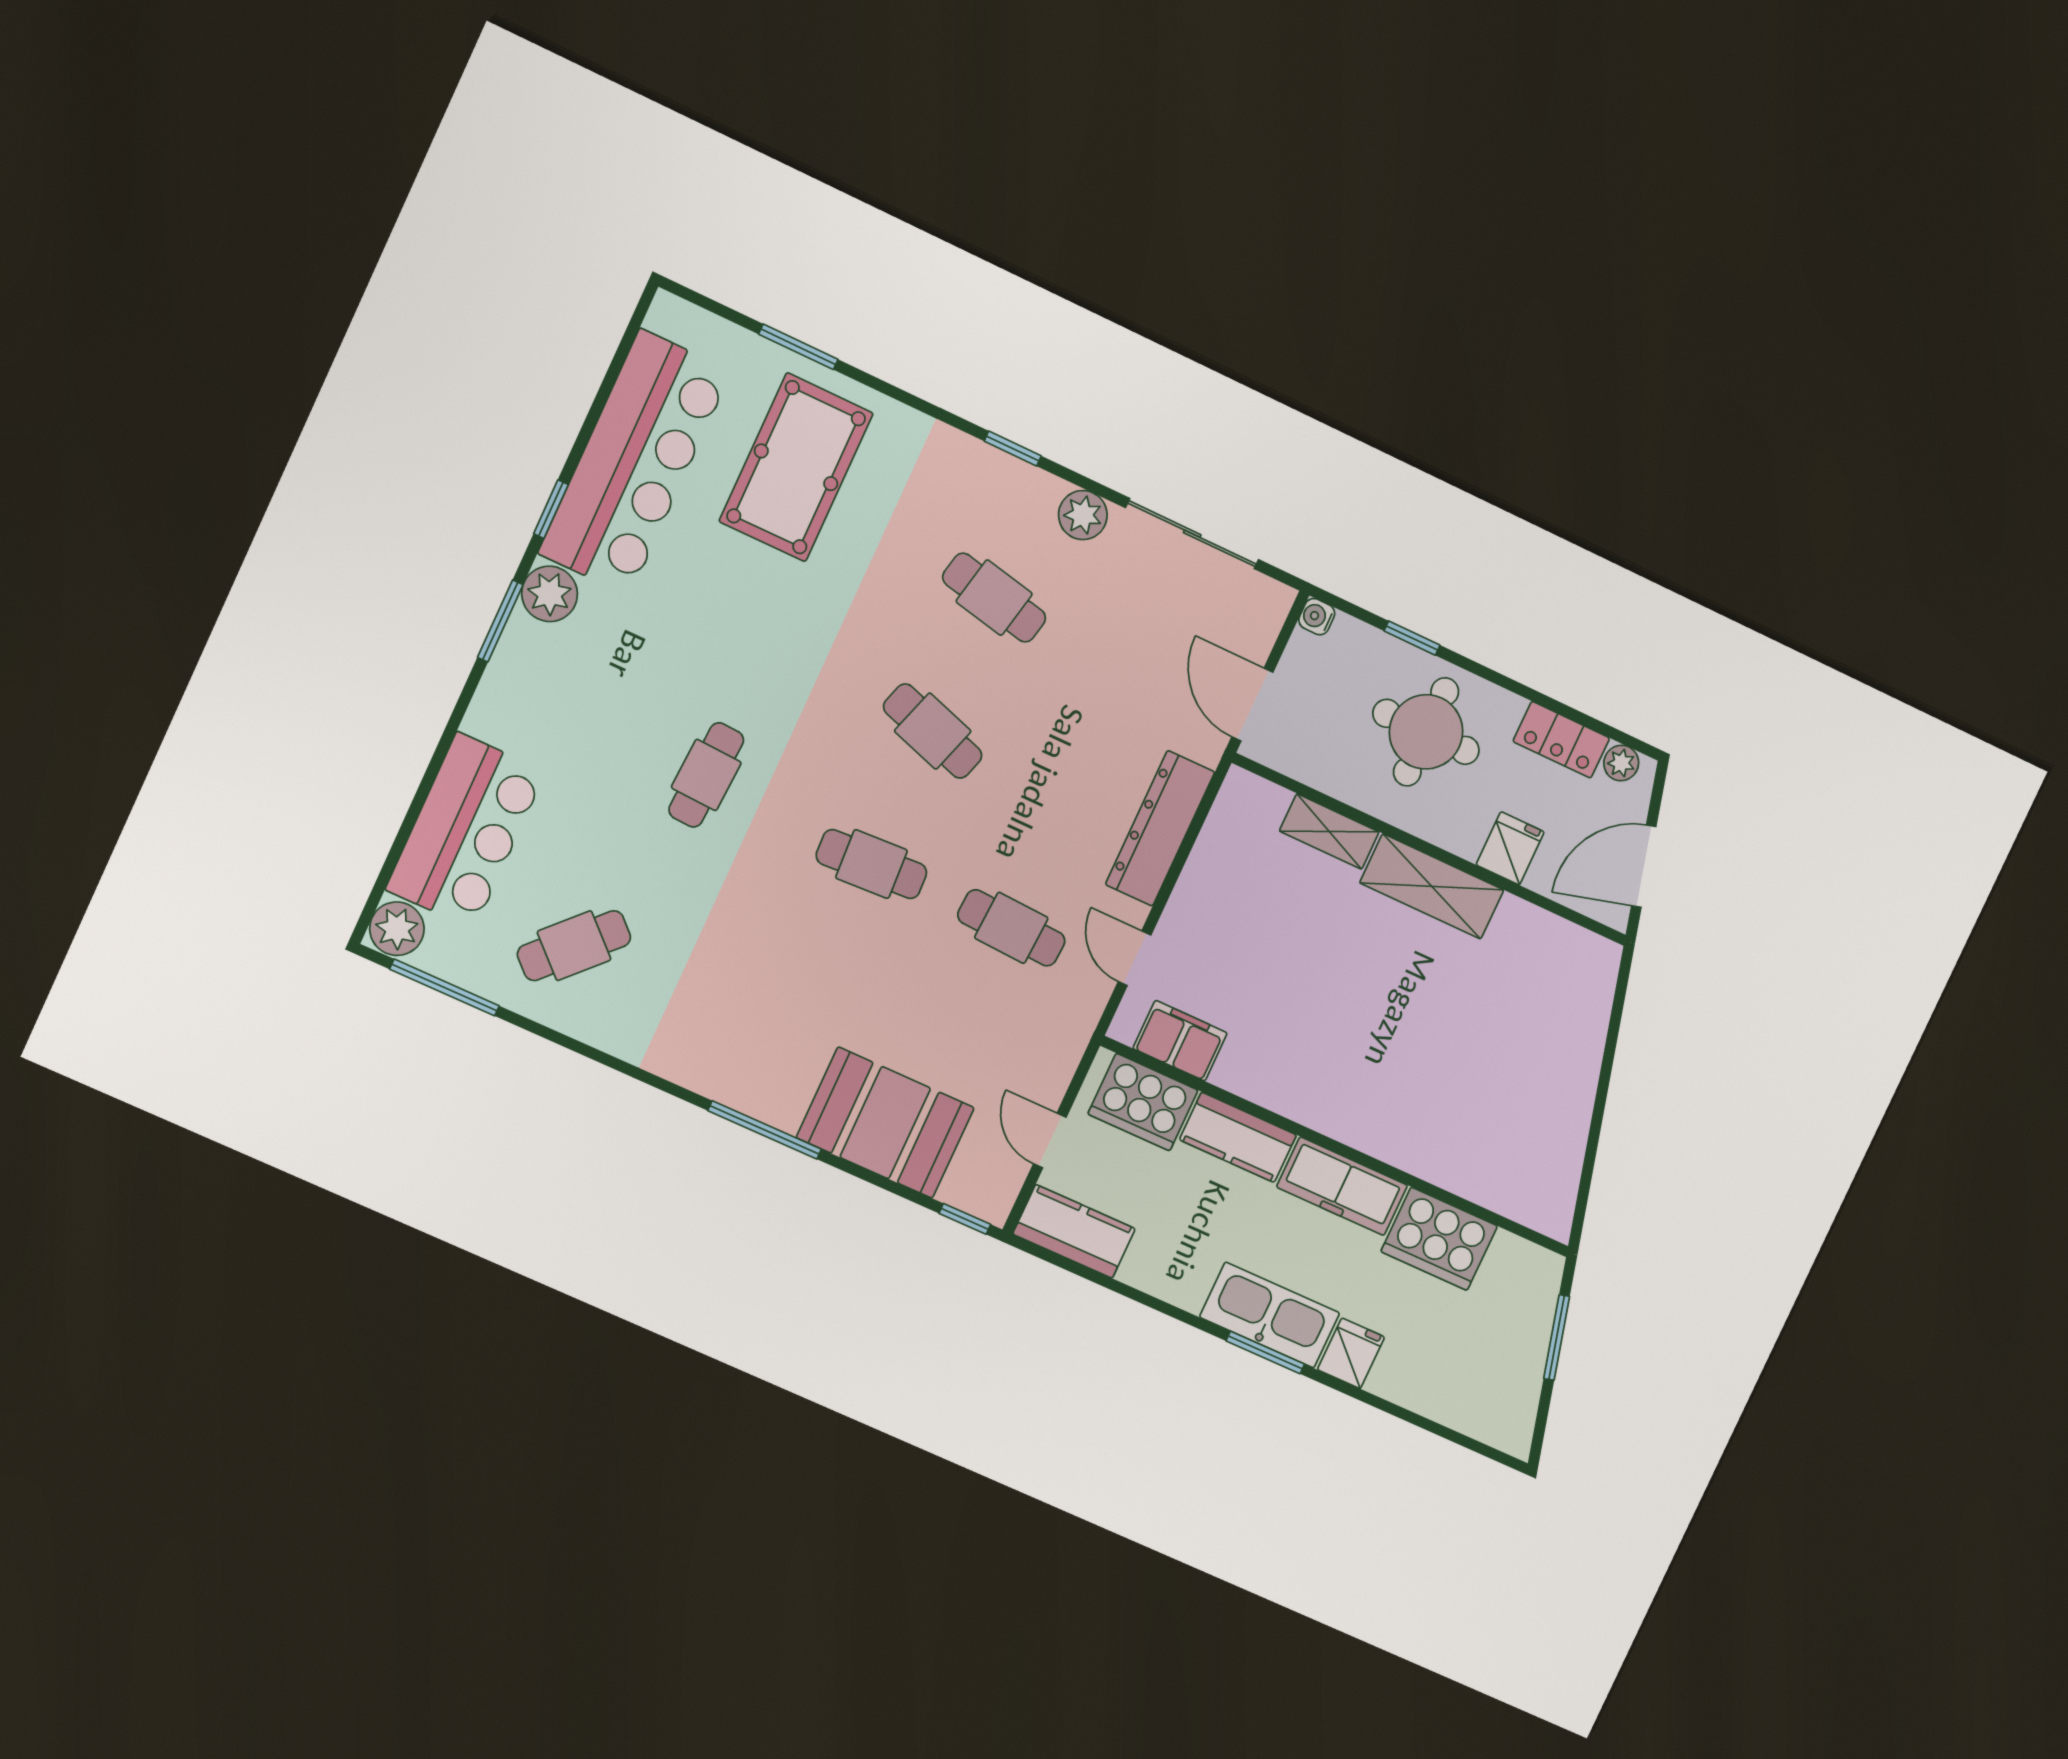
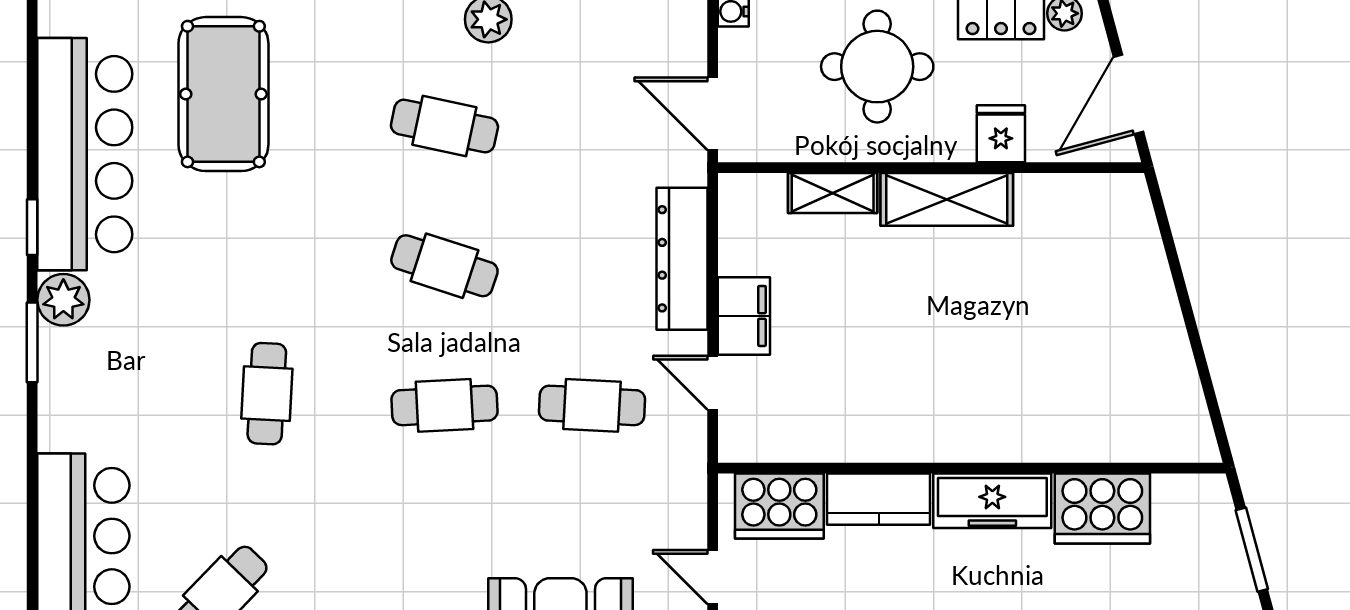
filing cabinet: (1180, 1041) -> (744, 316), moved, turned 90

